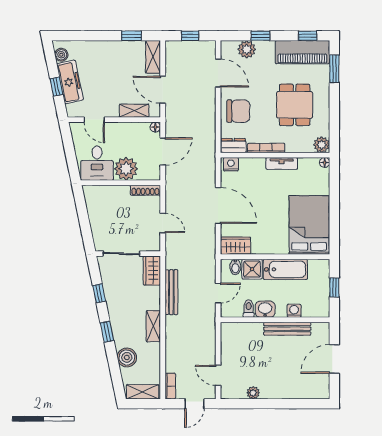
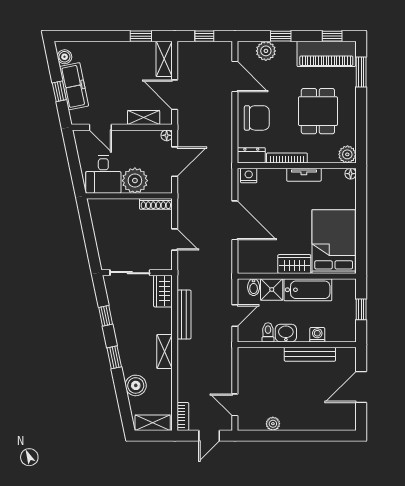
wardrobe: (236, 246) -> (294, 264), moved

